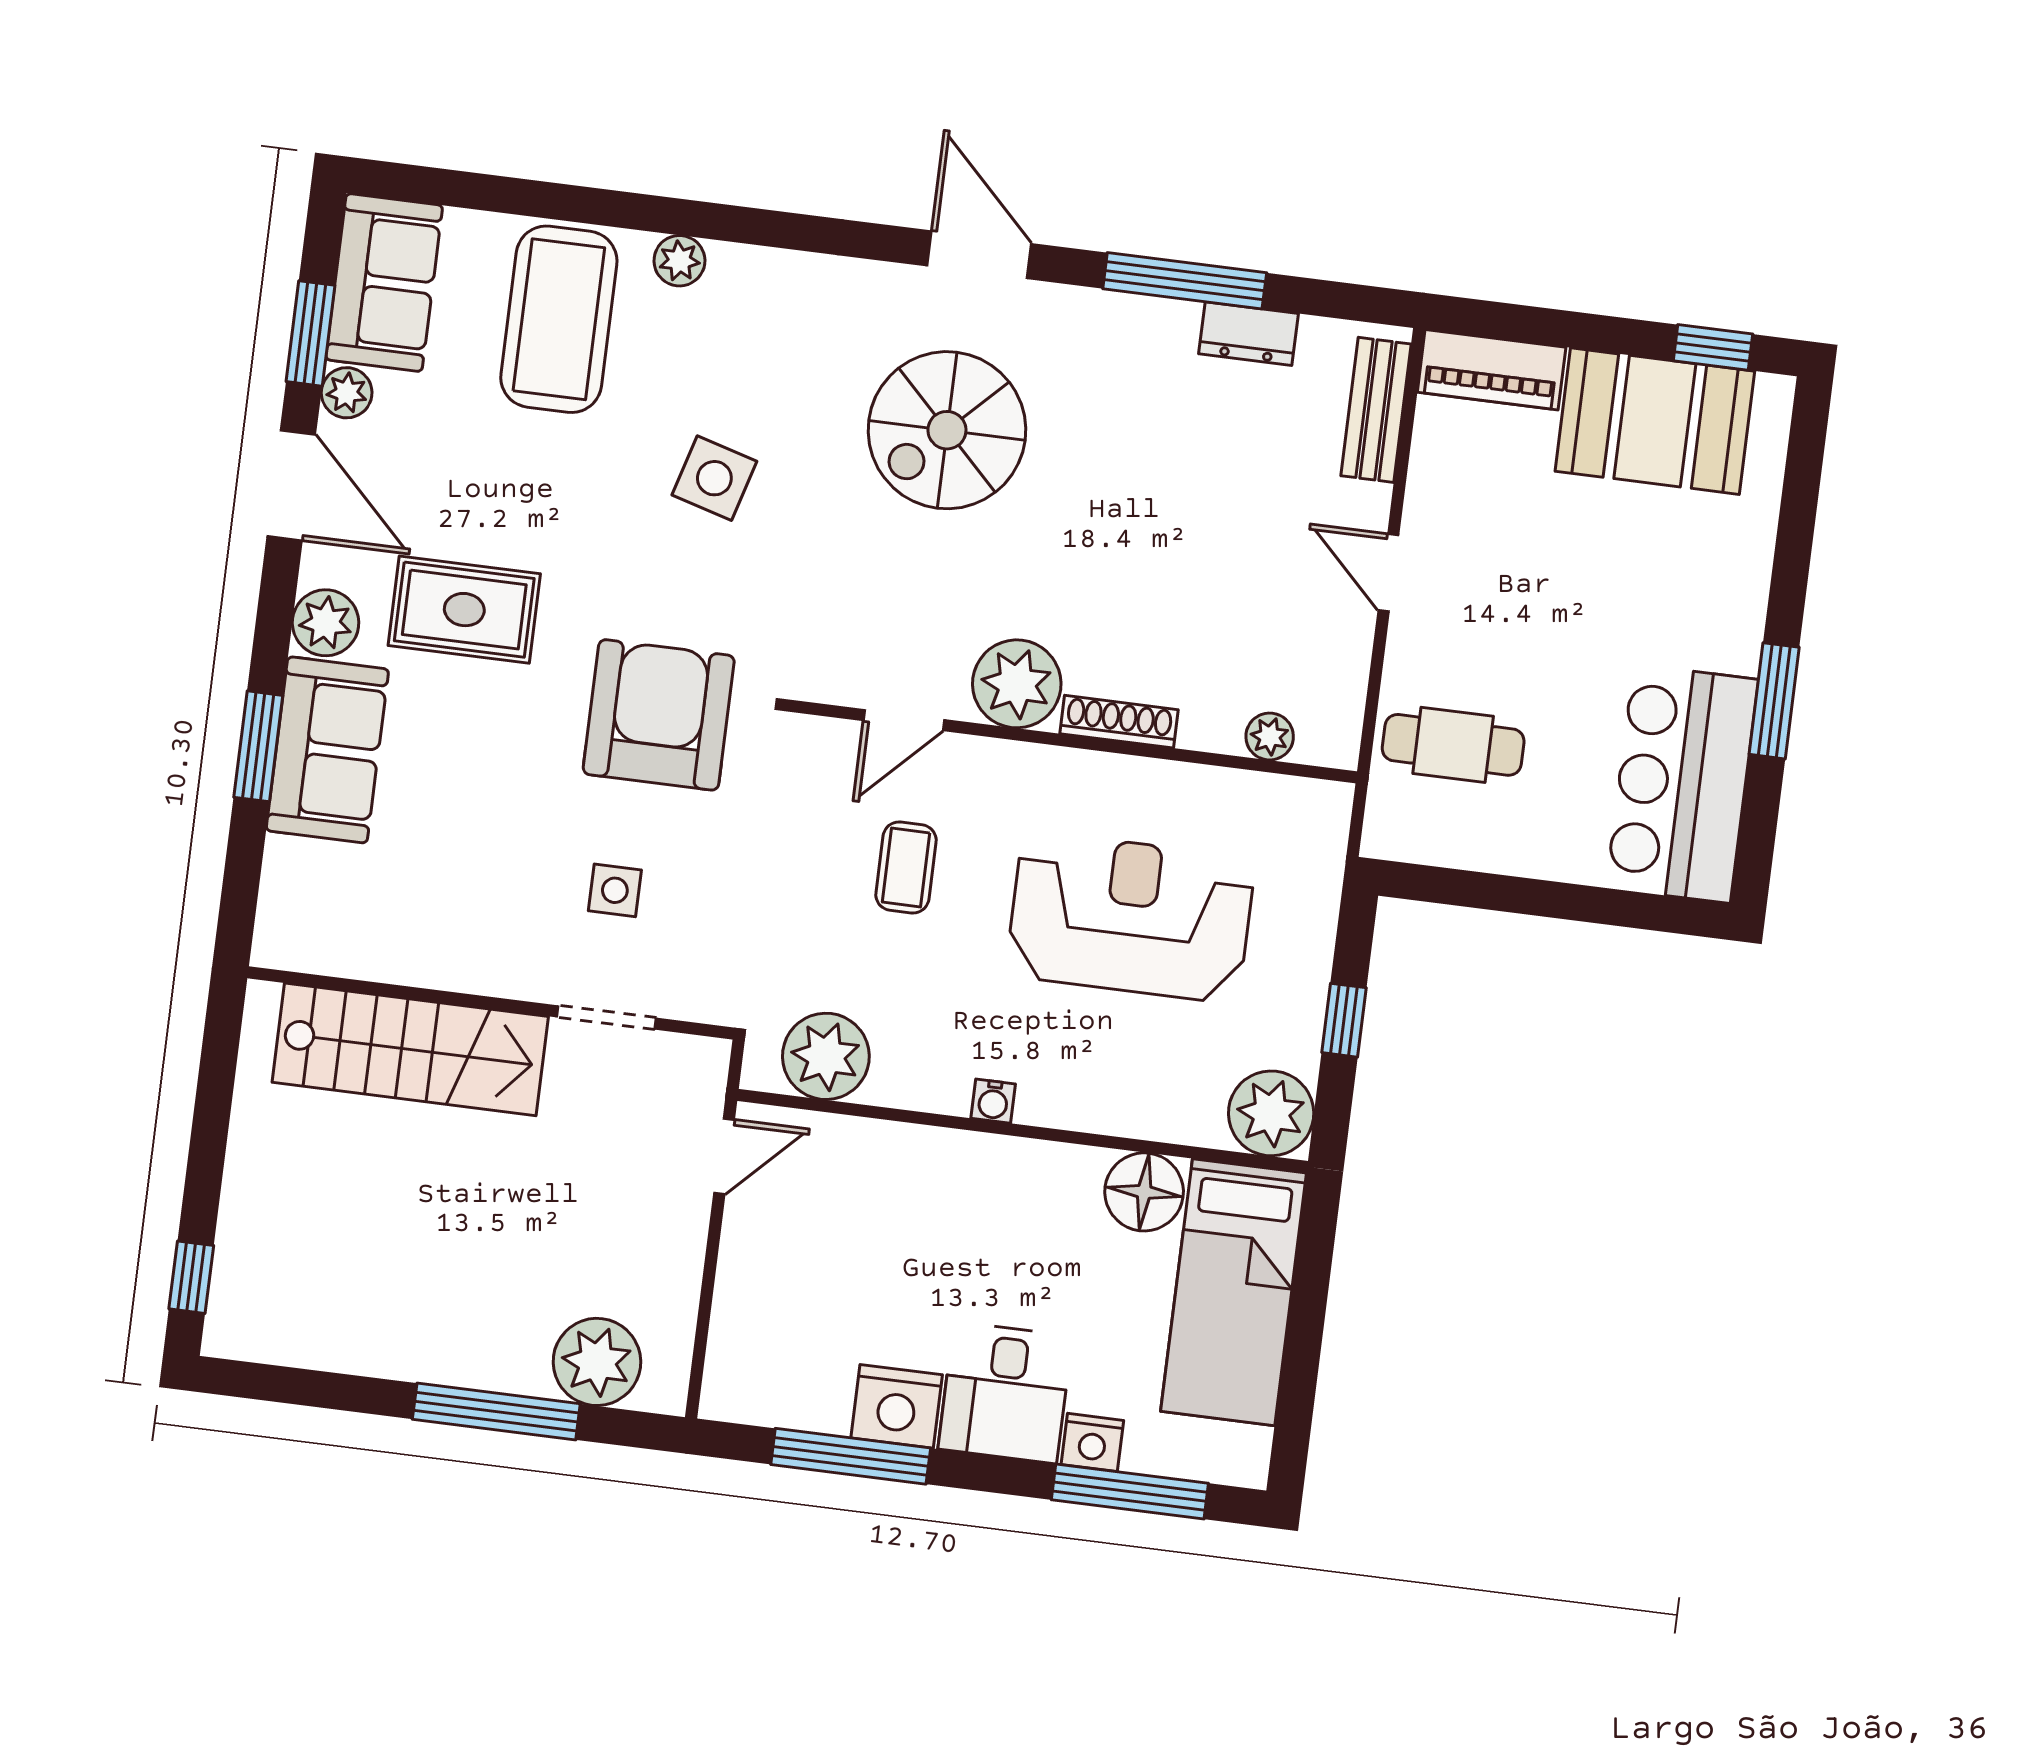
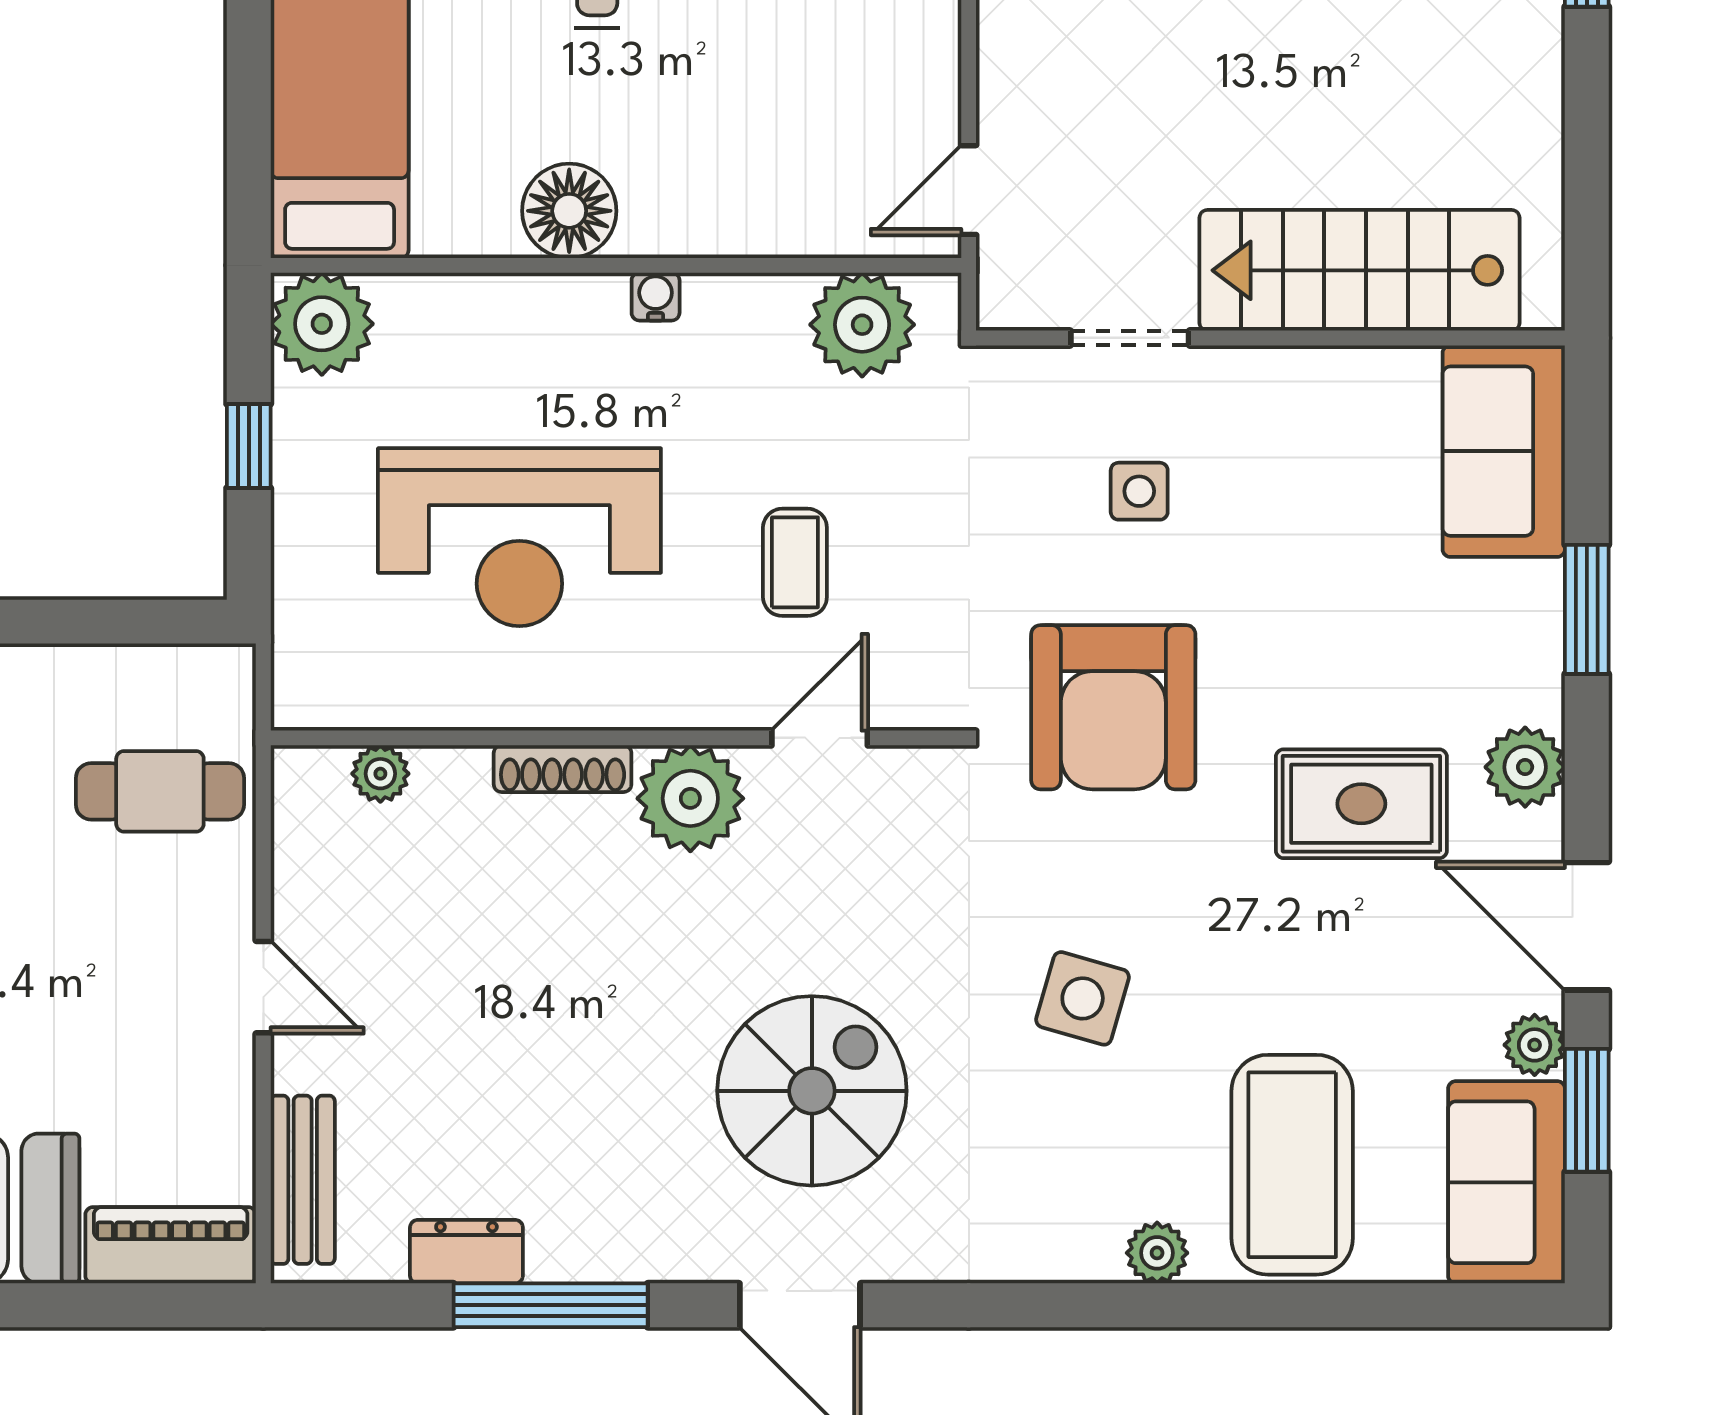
sofa: (327, 750) -> (1504, 451), moved
floor lamp: (1144, 1192) -> (569, 211), moved

